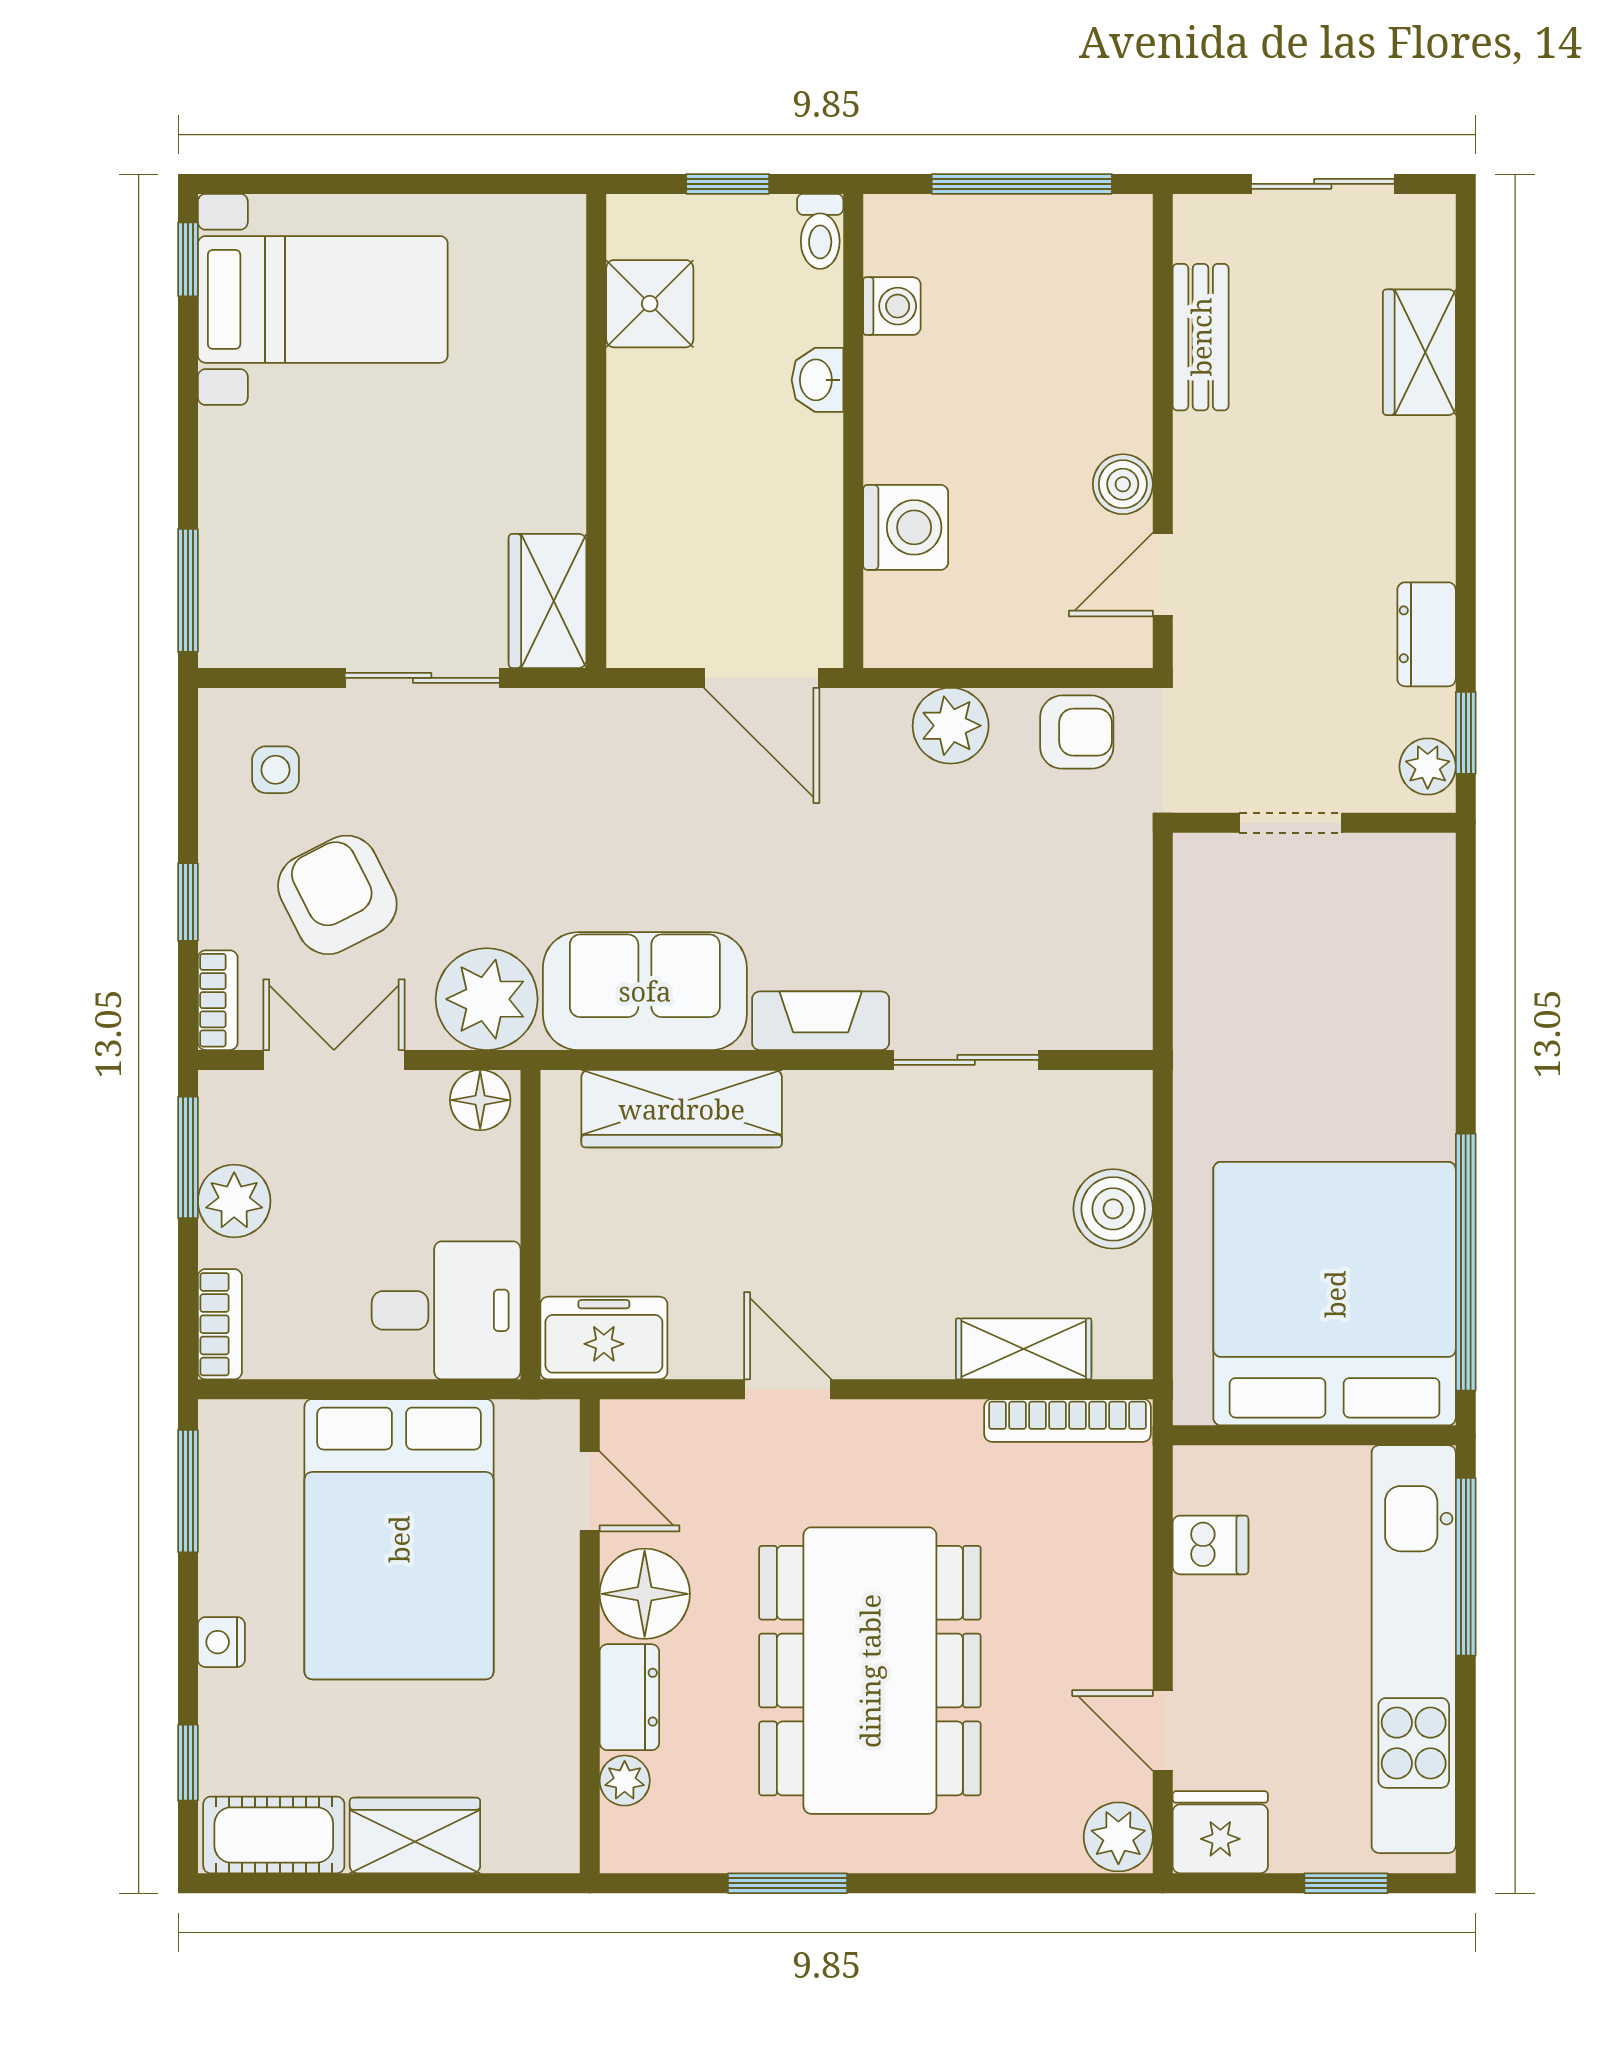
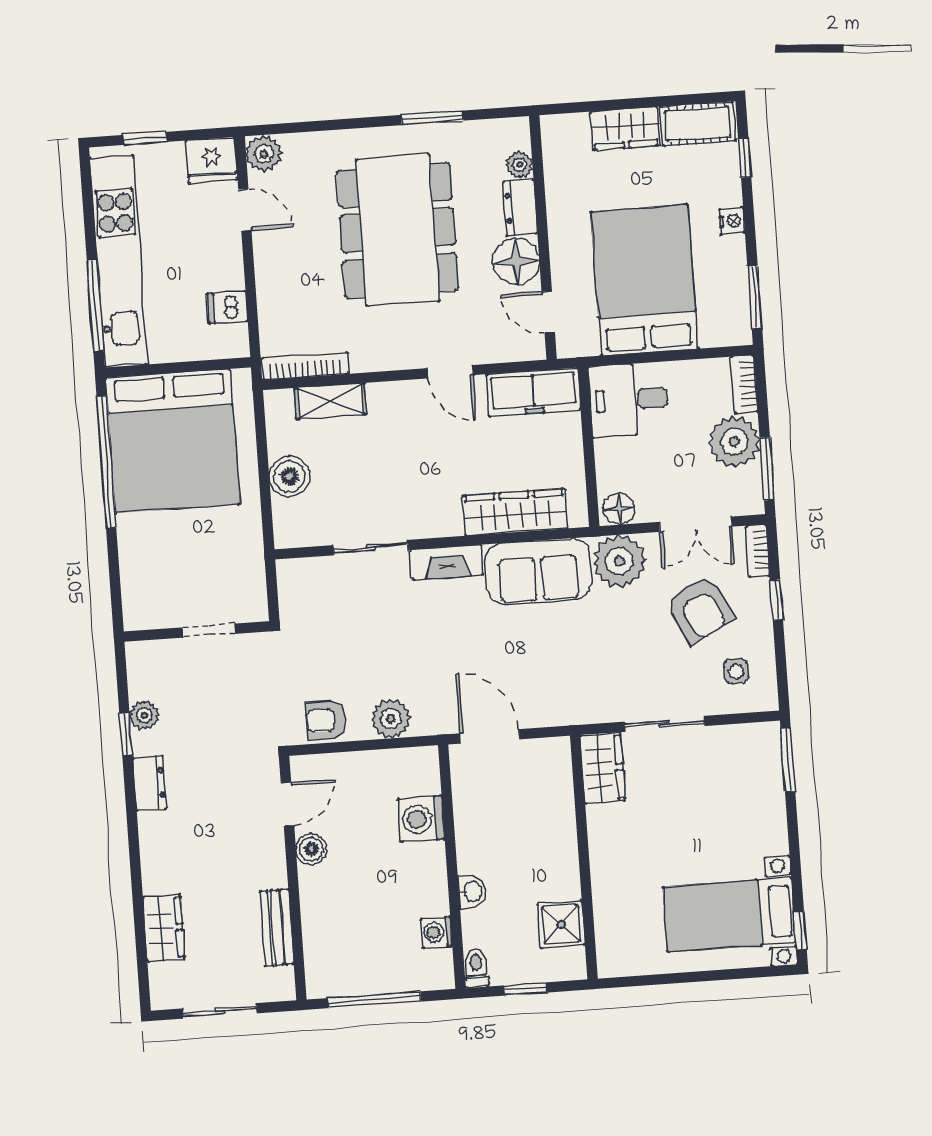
doorway: (1291, 823) -> (209, 631), moved
wall: (1314, 823) -> (197, 631), moved
plant: (234, 1201) -> (734, 442), width x1.36, depth x1.36
freezer: (604, 1338) -> (533, 392), width x1.40

